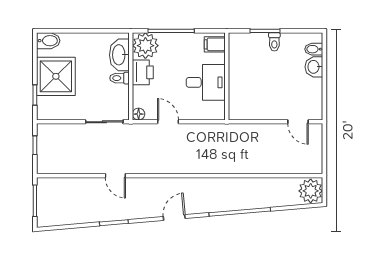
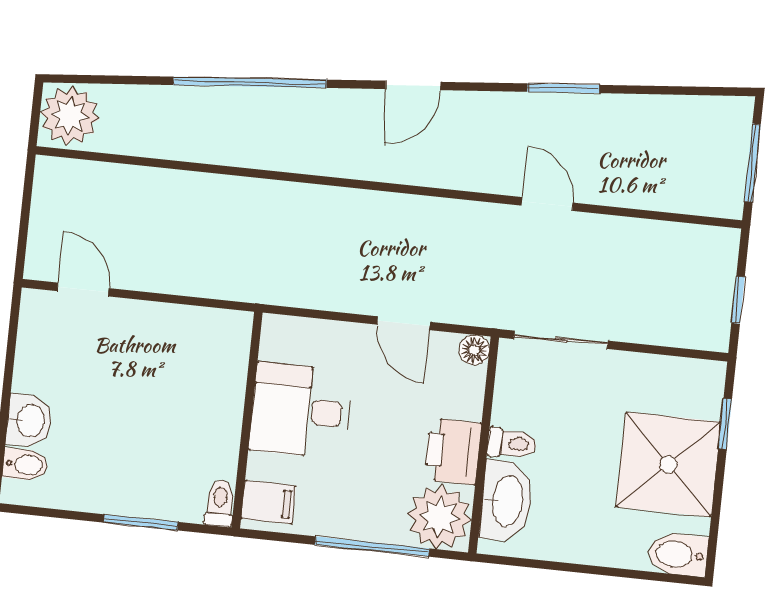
toilet: (274, 42) -> (220, 503), moved

